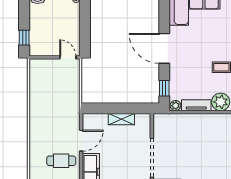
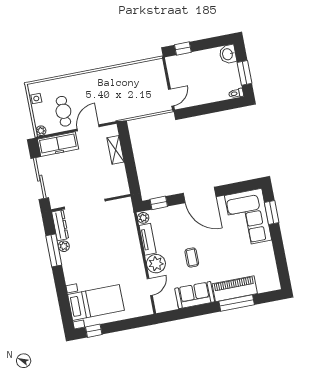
door: (164, 48) -> (200, 195), swing flipped
shelving: (121, 119) -> (115, 150), moved
door: (81, 141) -> (88, 128), swing flipped

